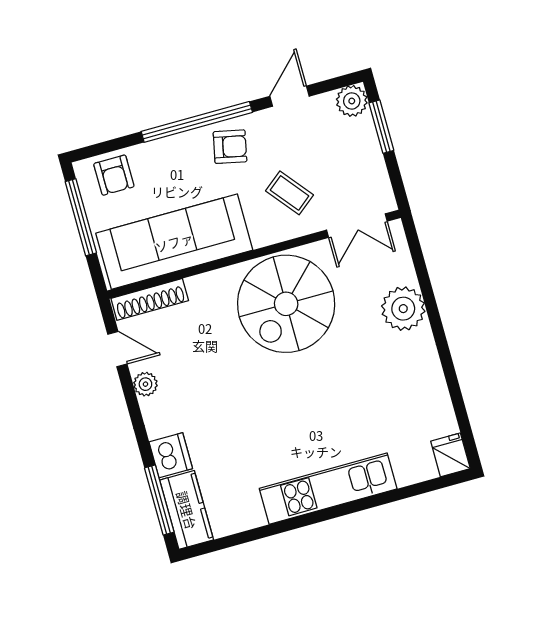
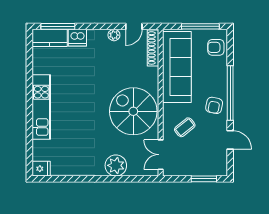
plant: (352, 101) -> (220, 168), removed

